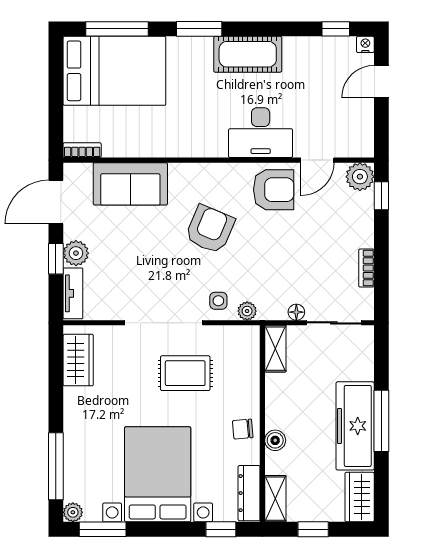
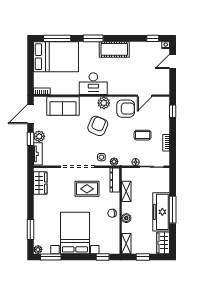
desk: (261, 133) -> (93, 84), moved
plant: (360, 177) -> (104, 103), moved
coffee table: (312, 250) -> (143, 135), added
shelving: (275, 349) -> (126, 191), moved
window: (56, 466) -> (30, 229), width x0.69
dresser: (249, 493) -> (115, 180), moved

